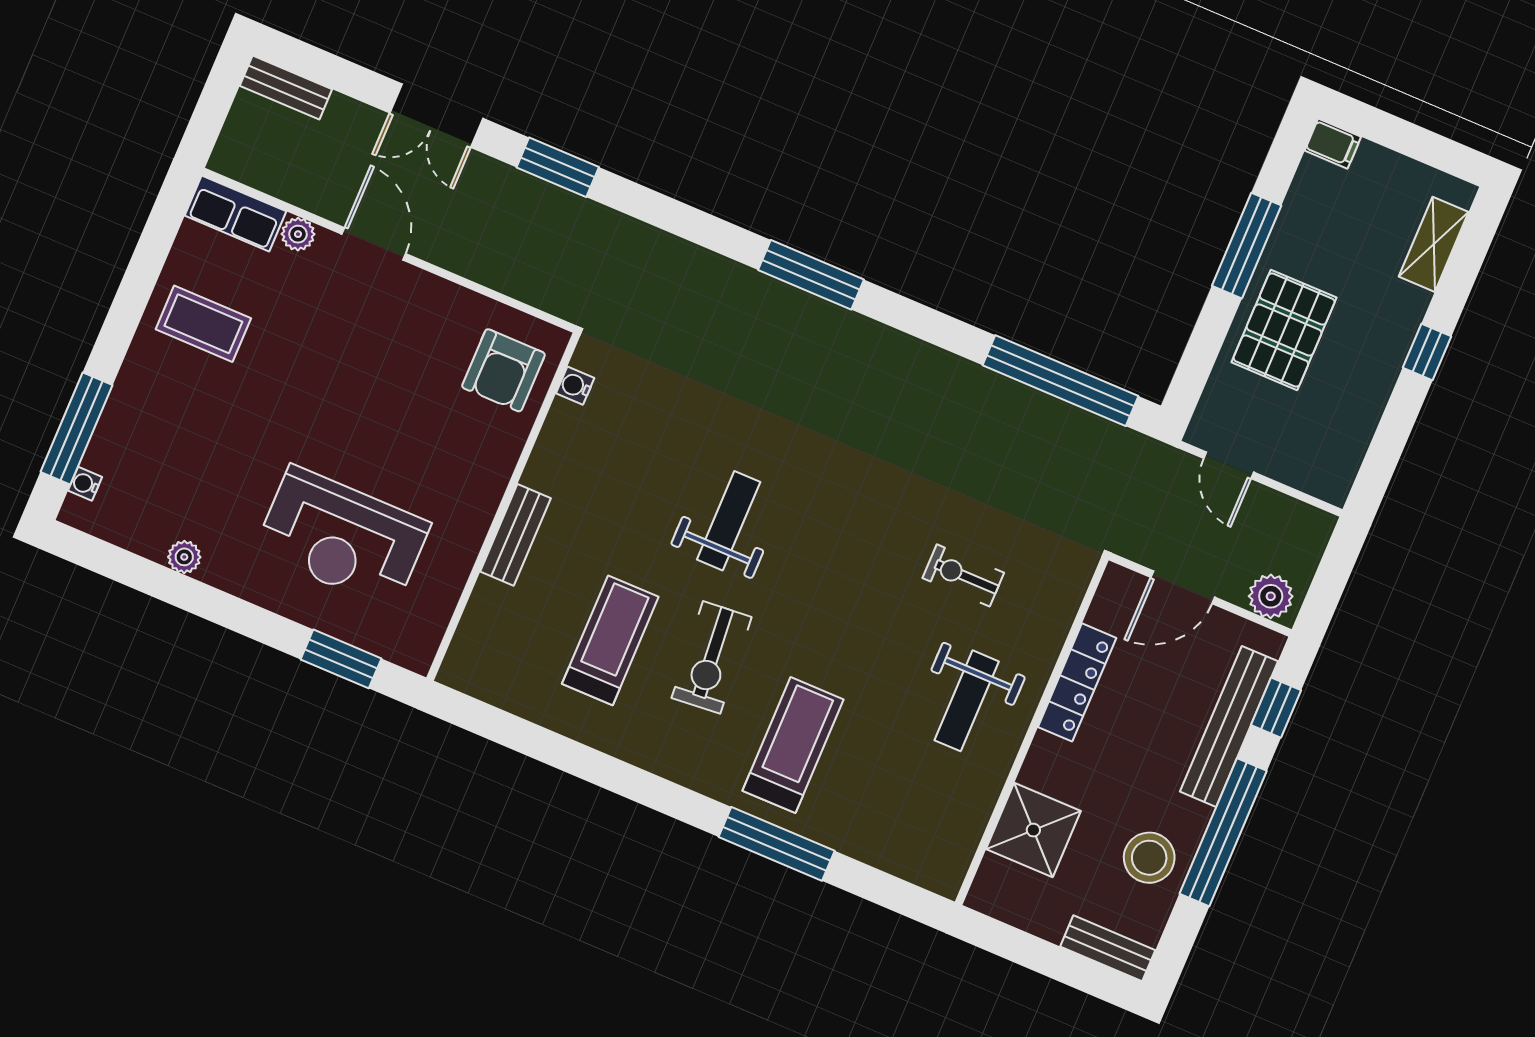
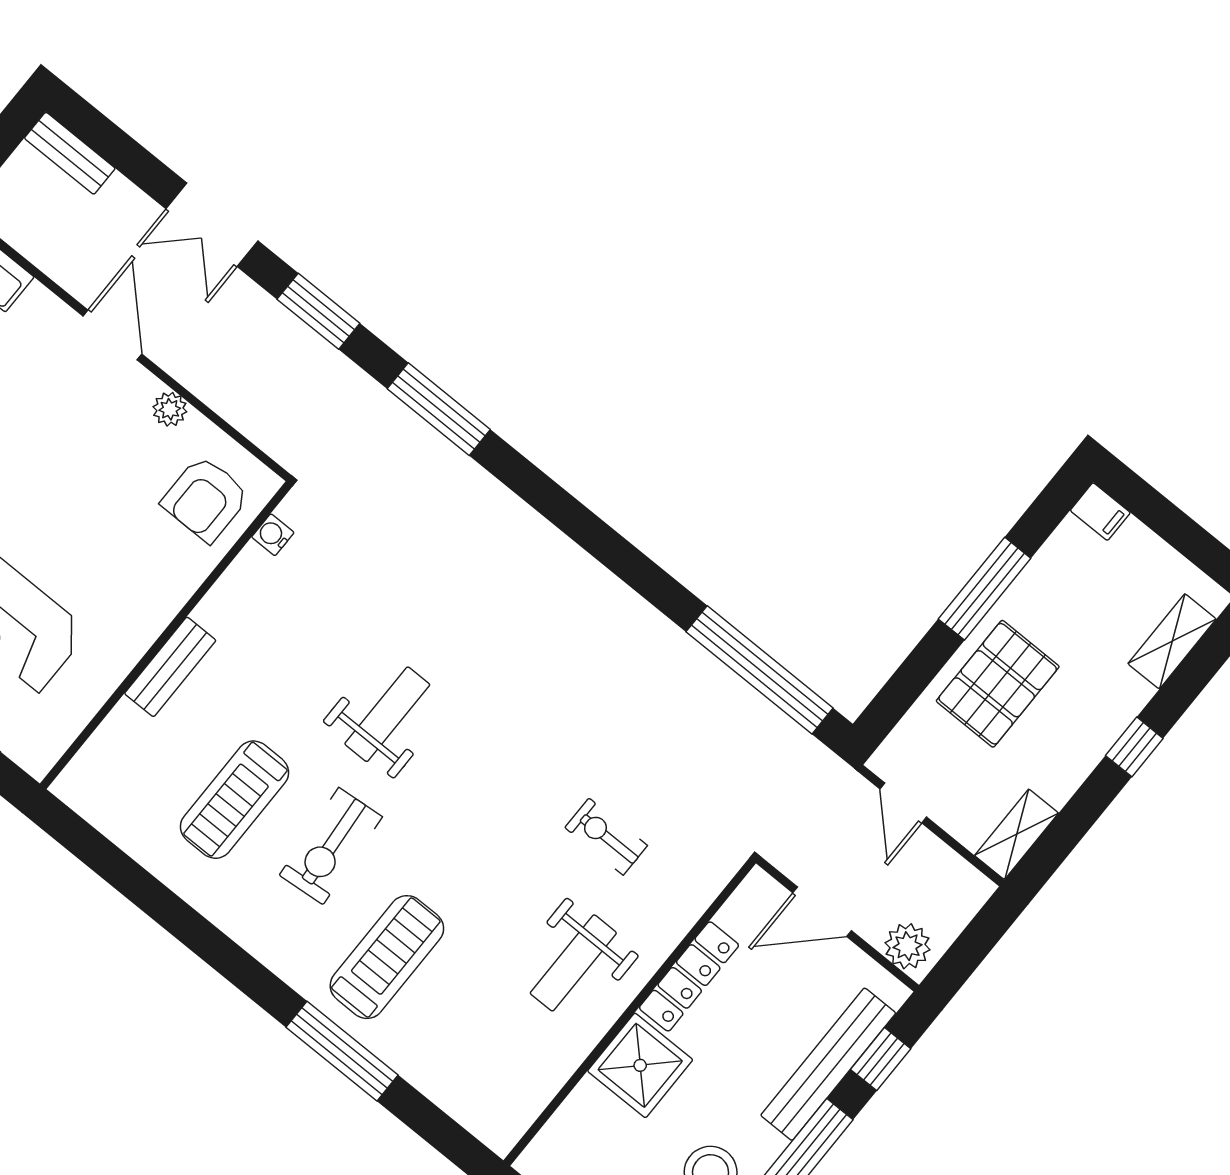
plant: (298, 234) -> (170, 409), moved
window: (811, 275) -> (439, 409), moved
shelving: (1342, 464) -> (1017, 834), added
treadmill: (610, 640) -> (234, 800), turned 180
shower: (1033, 830) -> (640, 1065), moved

